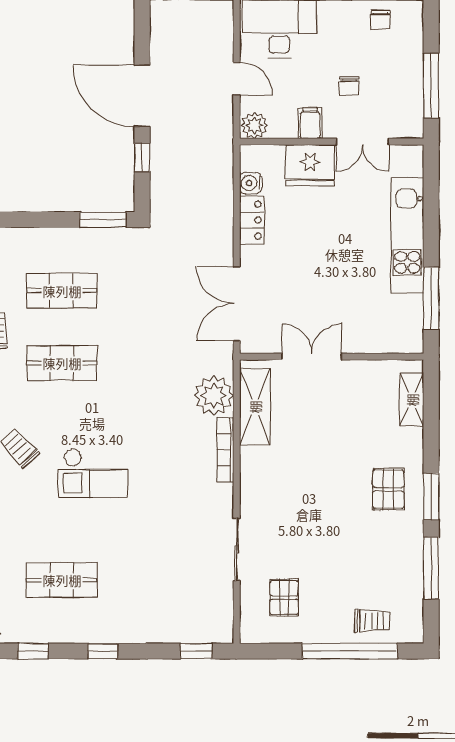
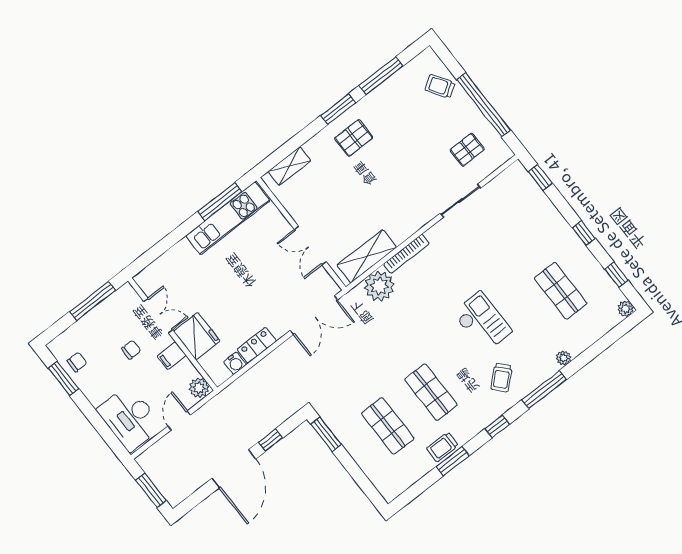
kitchen unit: (407, 236) -> (228, 218), moved
trolley: (372, 621) -> (440, 86), turned -33
window: (350, 651) -> (484, 105), moved

